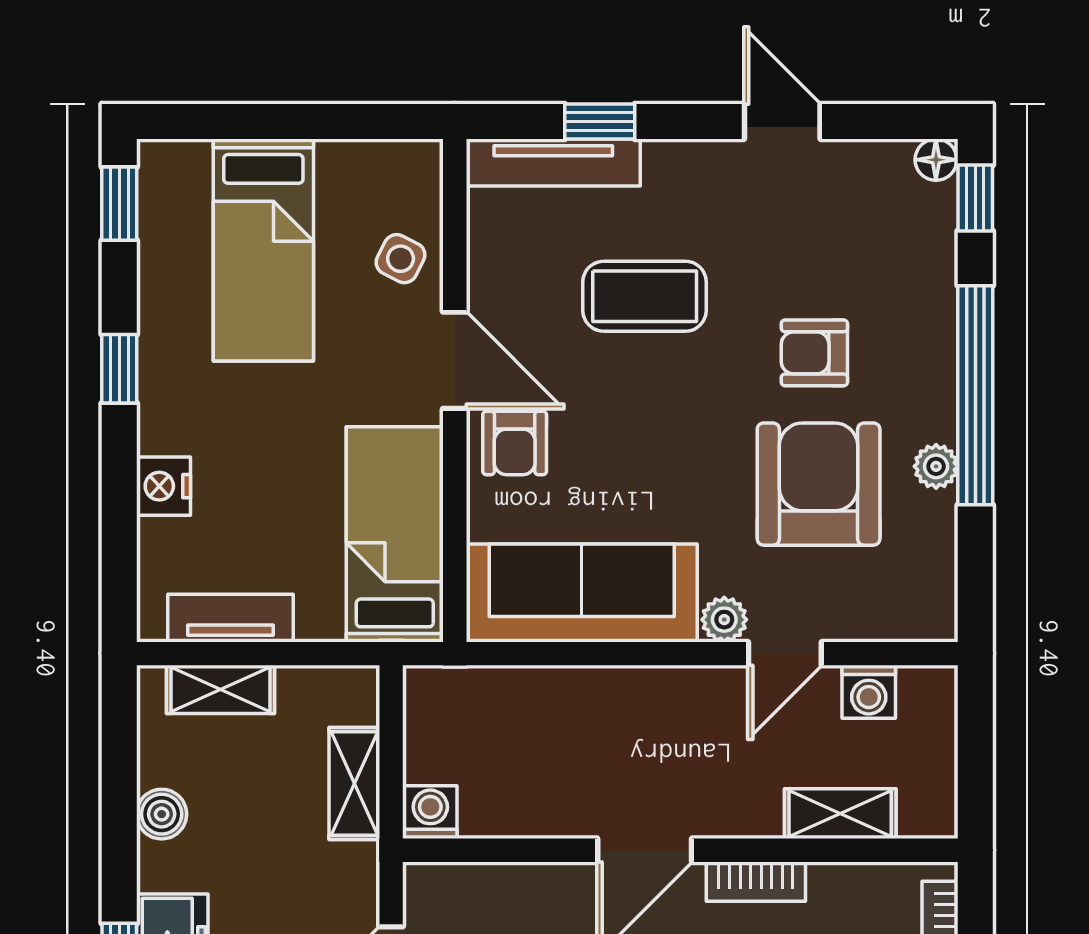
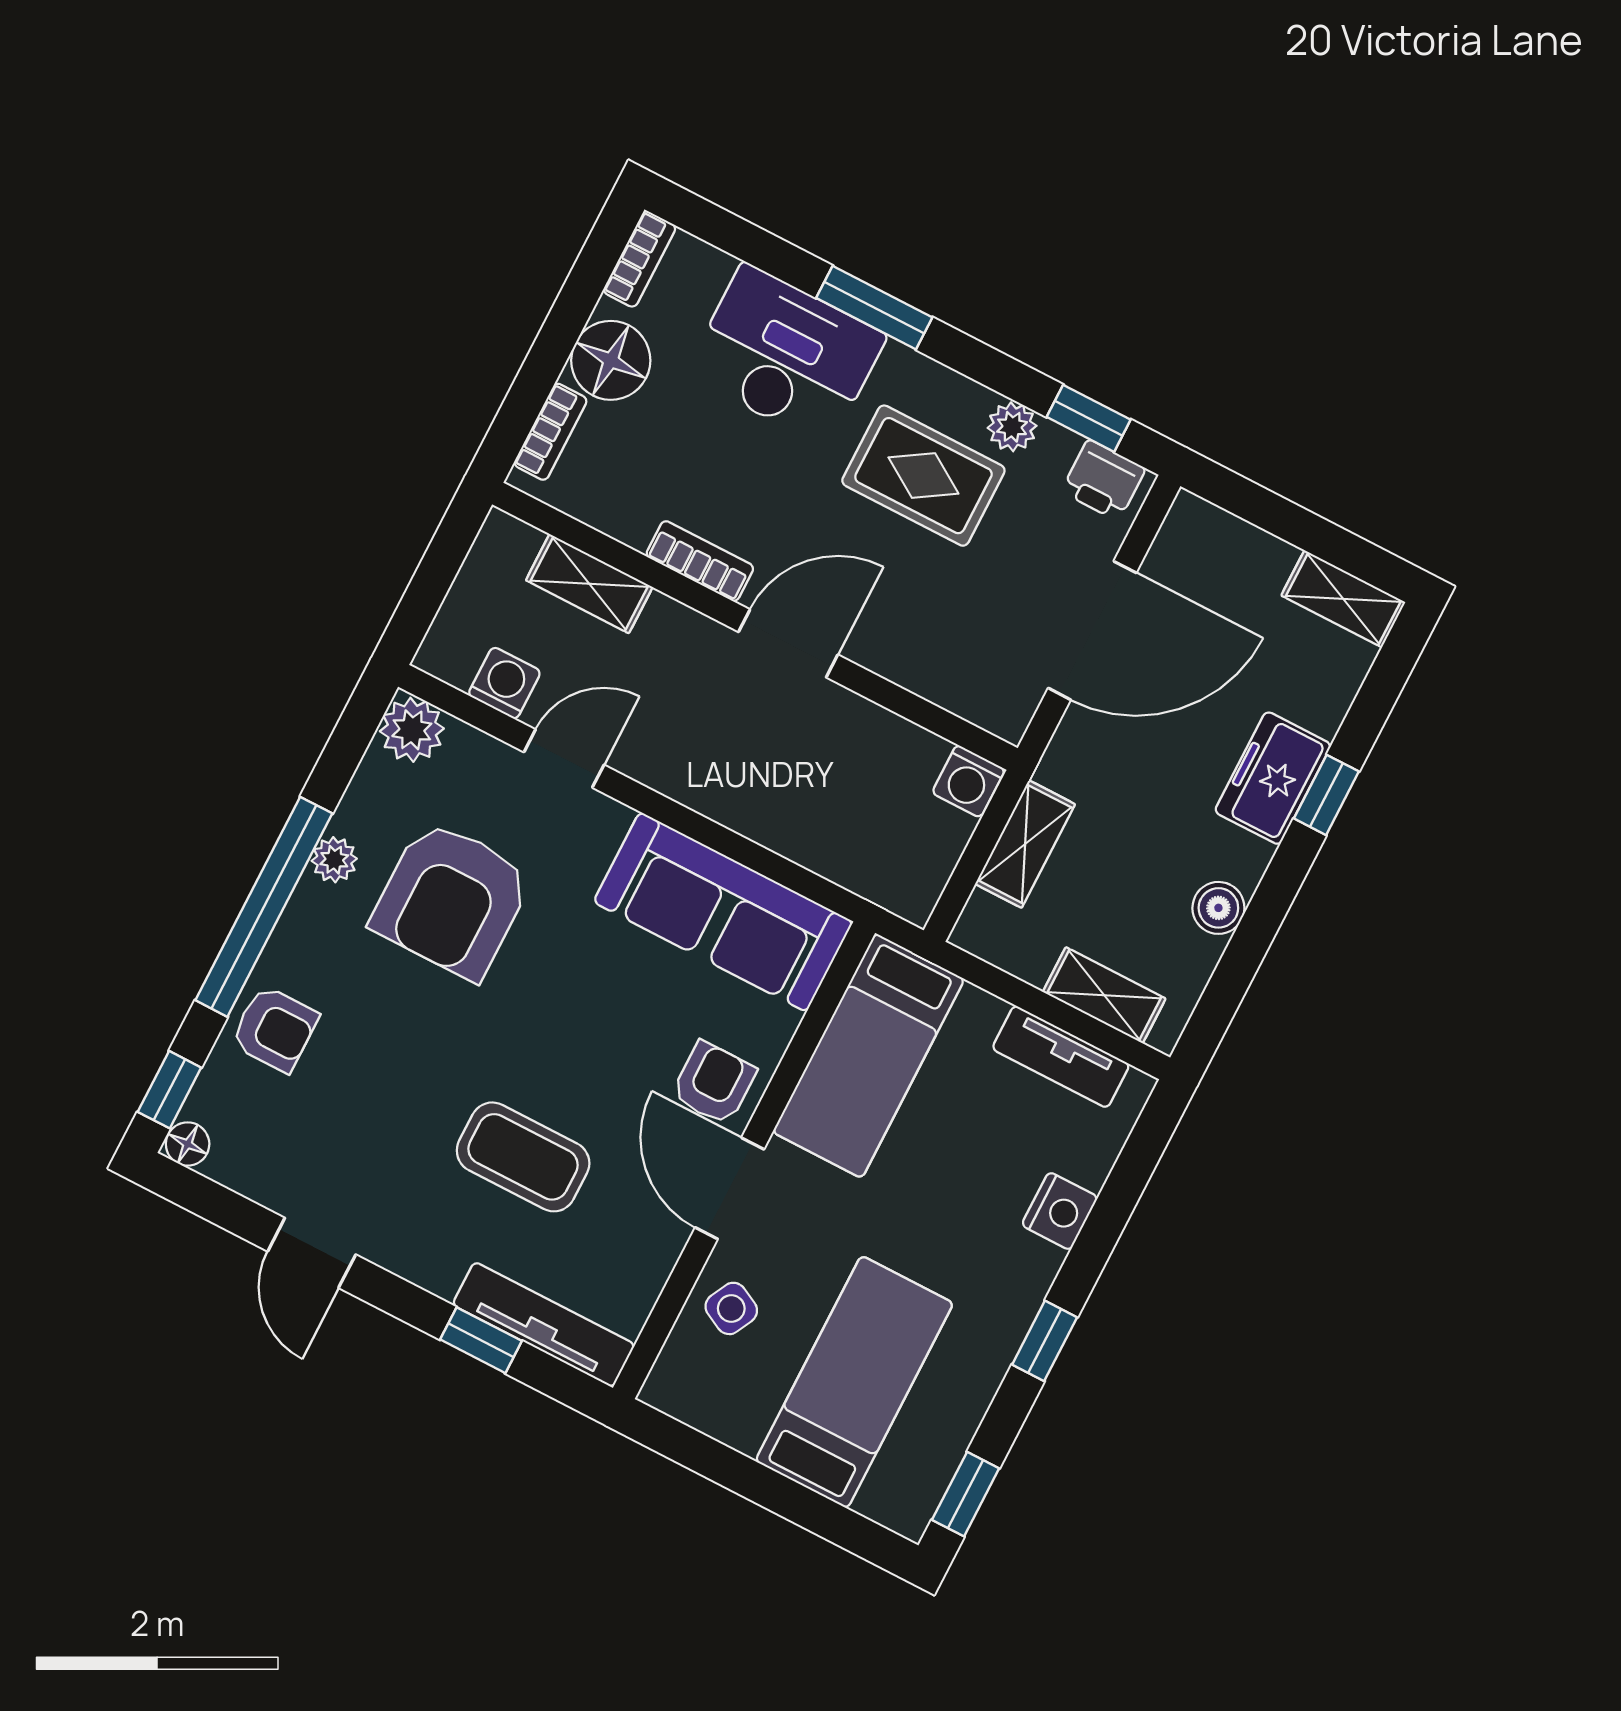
armchair: (814, 353) -> (275, 1029), moved
plant: (724, 620) -> (412, 730), moved, width x1.38, depth x1.38

